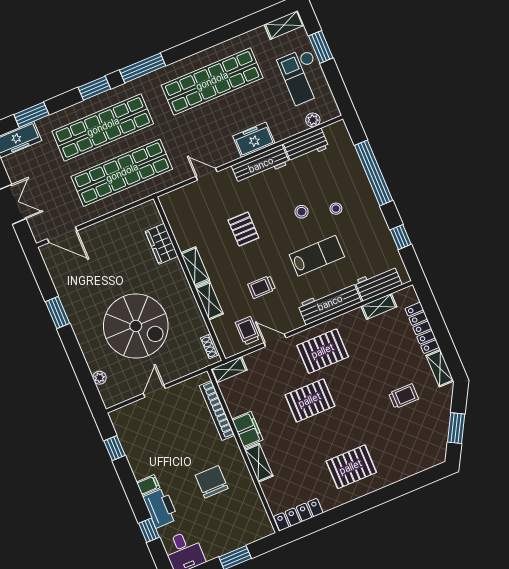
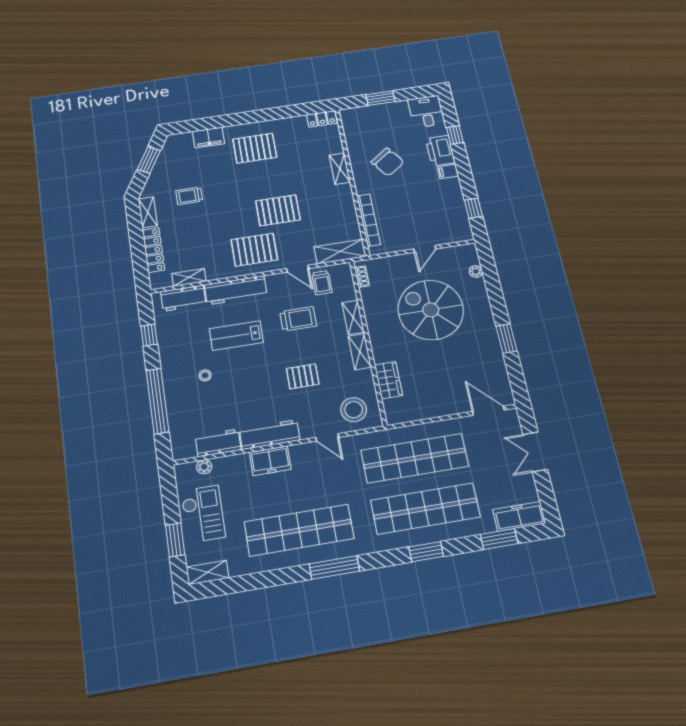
window: (143, 68) -> (334, 567), moved
stool: (302, 212) -> (354, 410), moved, width x1.89, depth x1.89
pallet: (243, 229) -> (303, 376), turned 90
trolley: (262, 287) -> (298, 319), width x1.36, depth x1.39
shelving: (229, 370) -> (340, 251), width x1.50, depth x1.33
filing cabinet: (247, 430) -> (208, 138), moved, turned -90
chair: (212, 482) -> (388, 162), turned -36
locker: (298, 515) -> (322, 119), width x0.66

